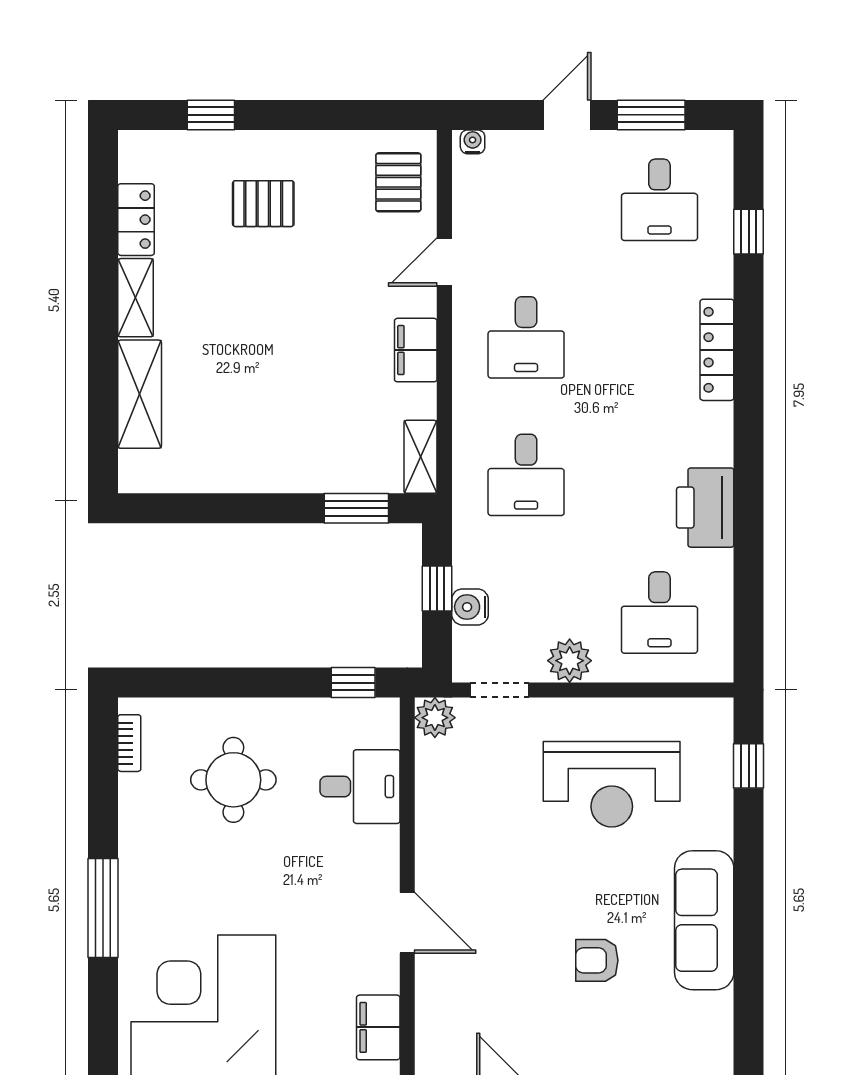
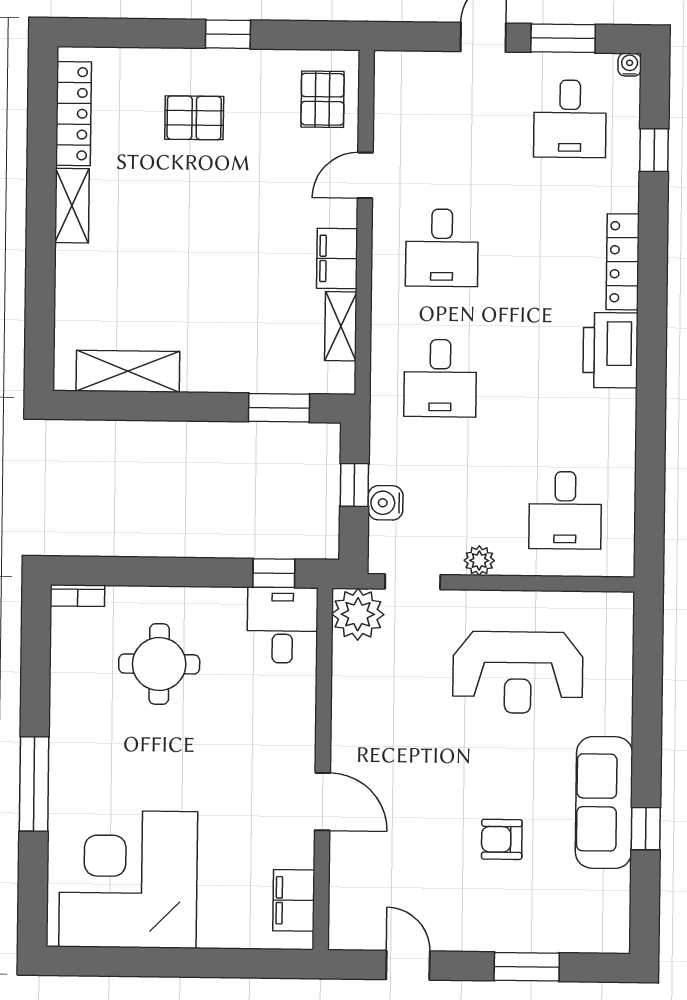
window: (211, 115) -> (228, 34), moved
water cooler: (473, 142) -> (630, 65), moved
locker: (136, 220) -> (74, 114), width x1.53
shelving: (140, 394) -> (128, 371), moved, turned 90
shelving: (420, 457) -> (341, 326), moved
printer: (705, 508) -> (610, 350), moved
plant: (570, 661) -> (479, 561), width x0.73, depth x0.73
plant: (435, 718) -> (358, 614), width x1.36, depth x1.36
bookcase: (129, 743) -> (77, 596), moved, turned 90
window: (749, 766) -> (646, 829), moved
desk: (360, 787) -> (282, 625), moved, turned -90

